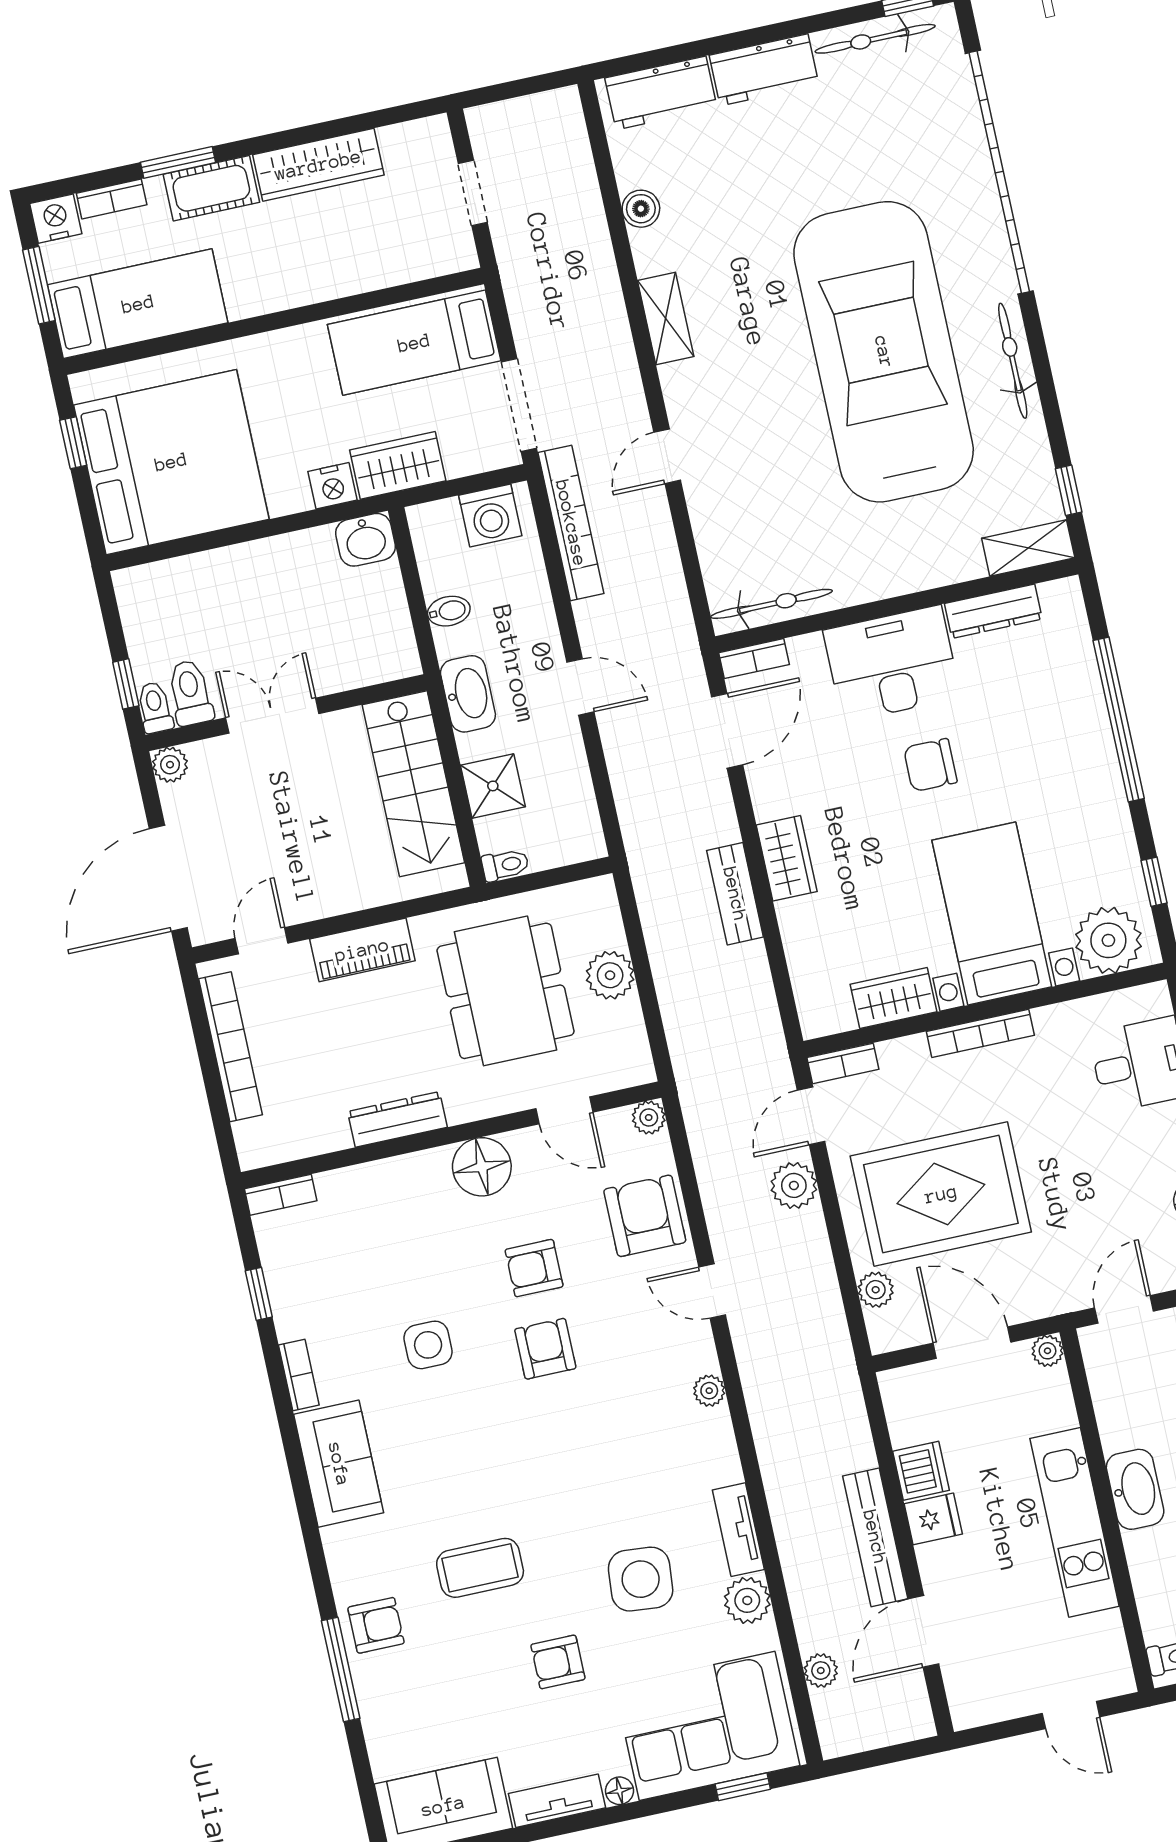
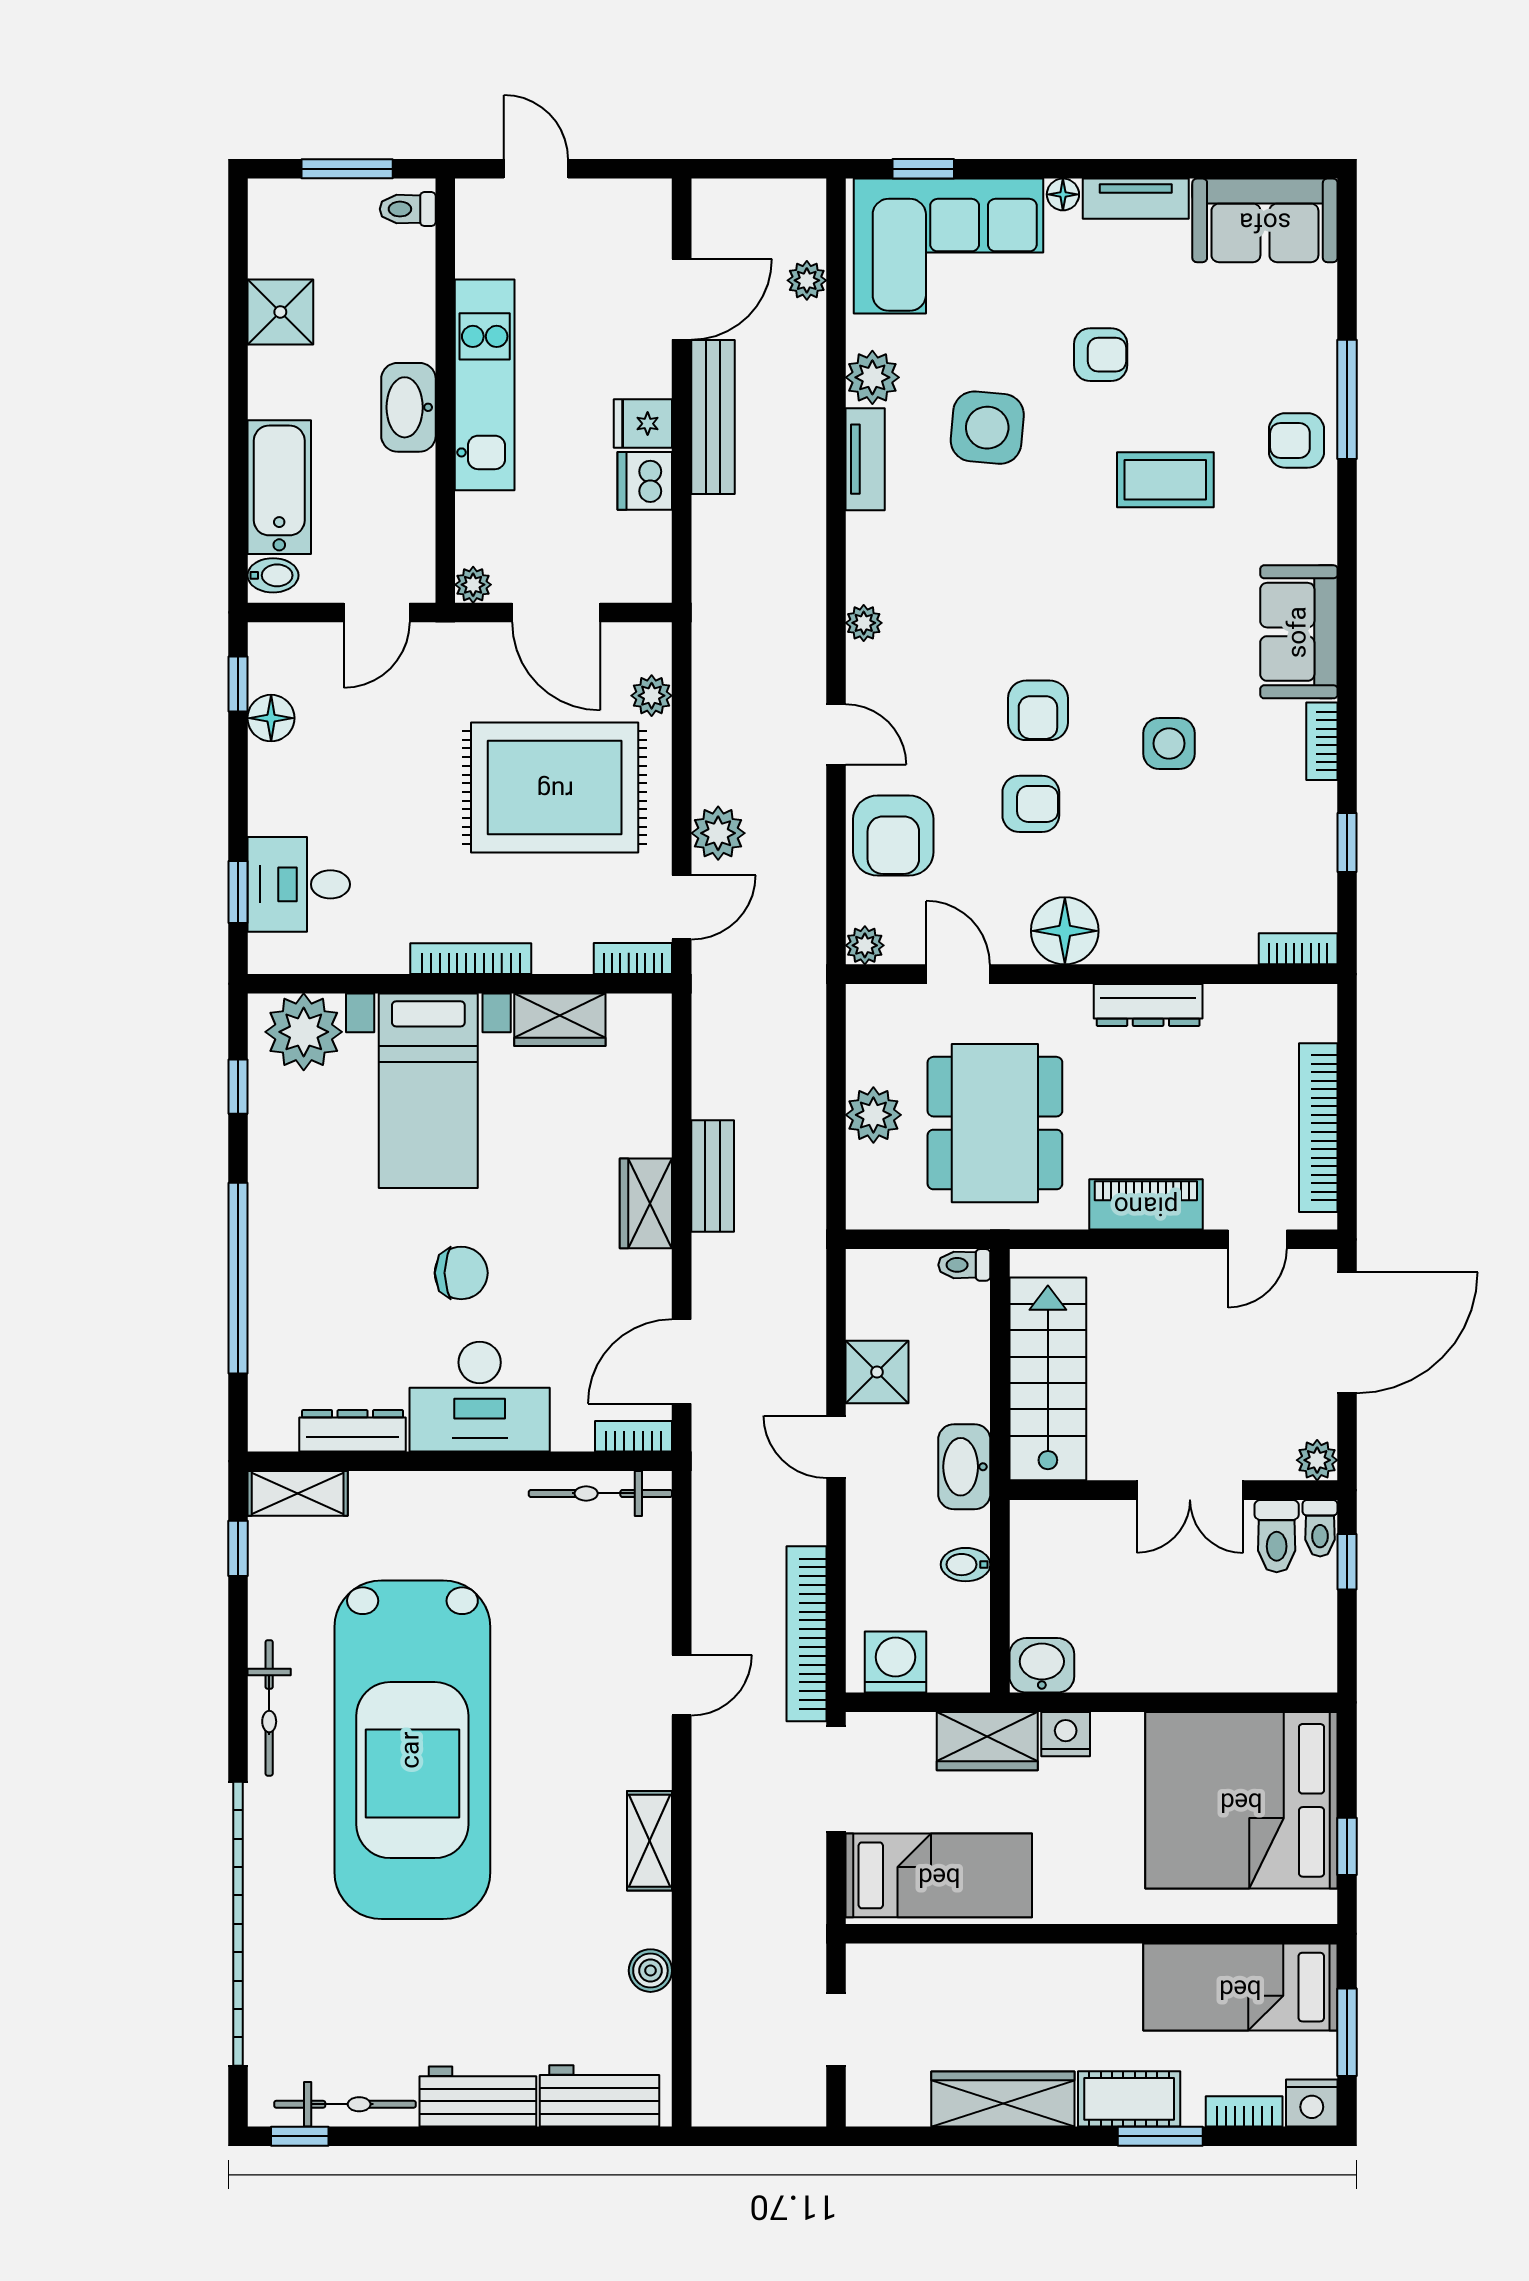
shower: (493, 786) -> (877, 1372), moved

